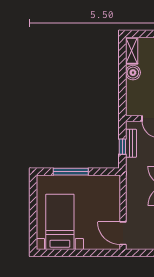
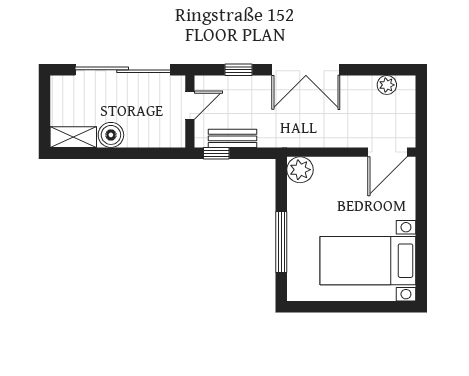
window: (122, 147) -> (216, 153), moved
plant: (113, 182) -> (300, 170), added

